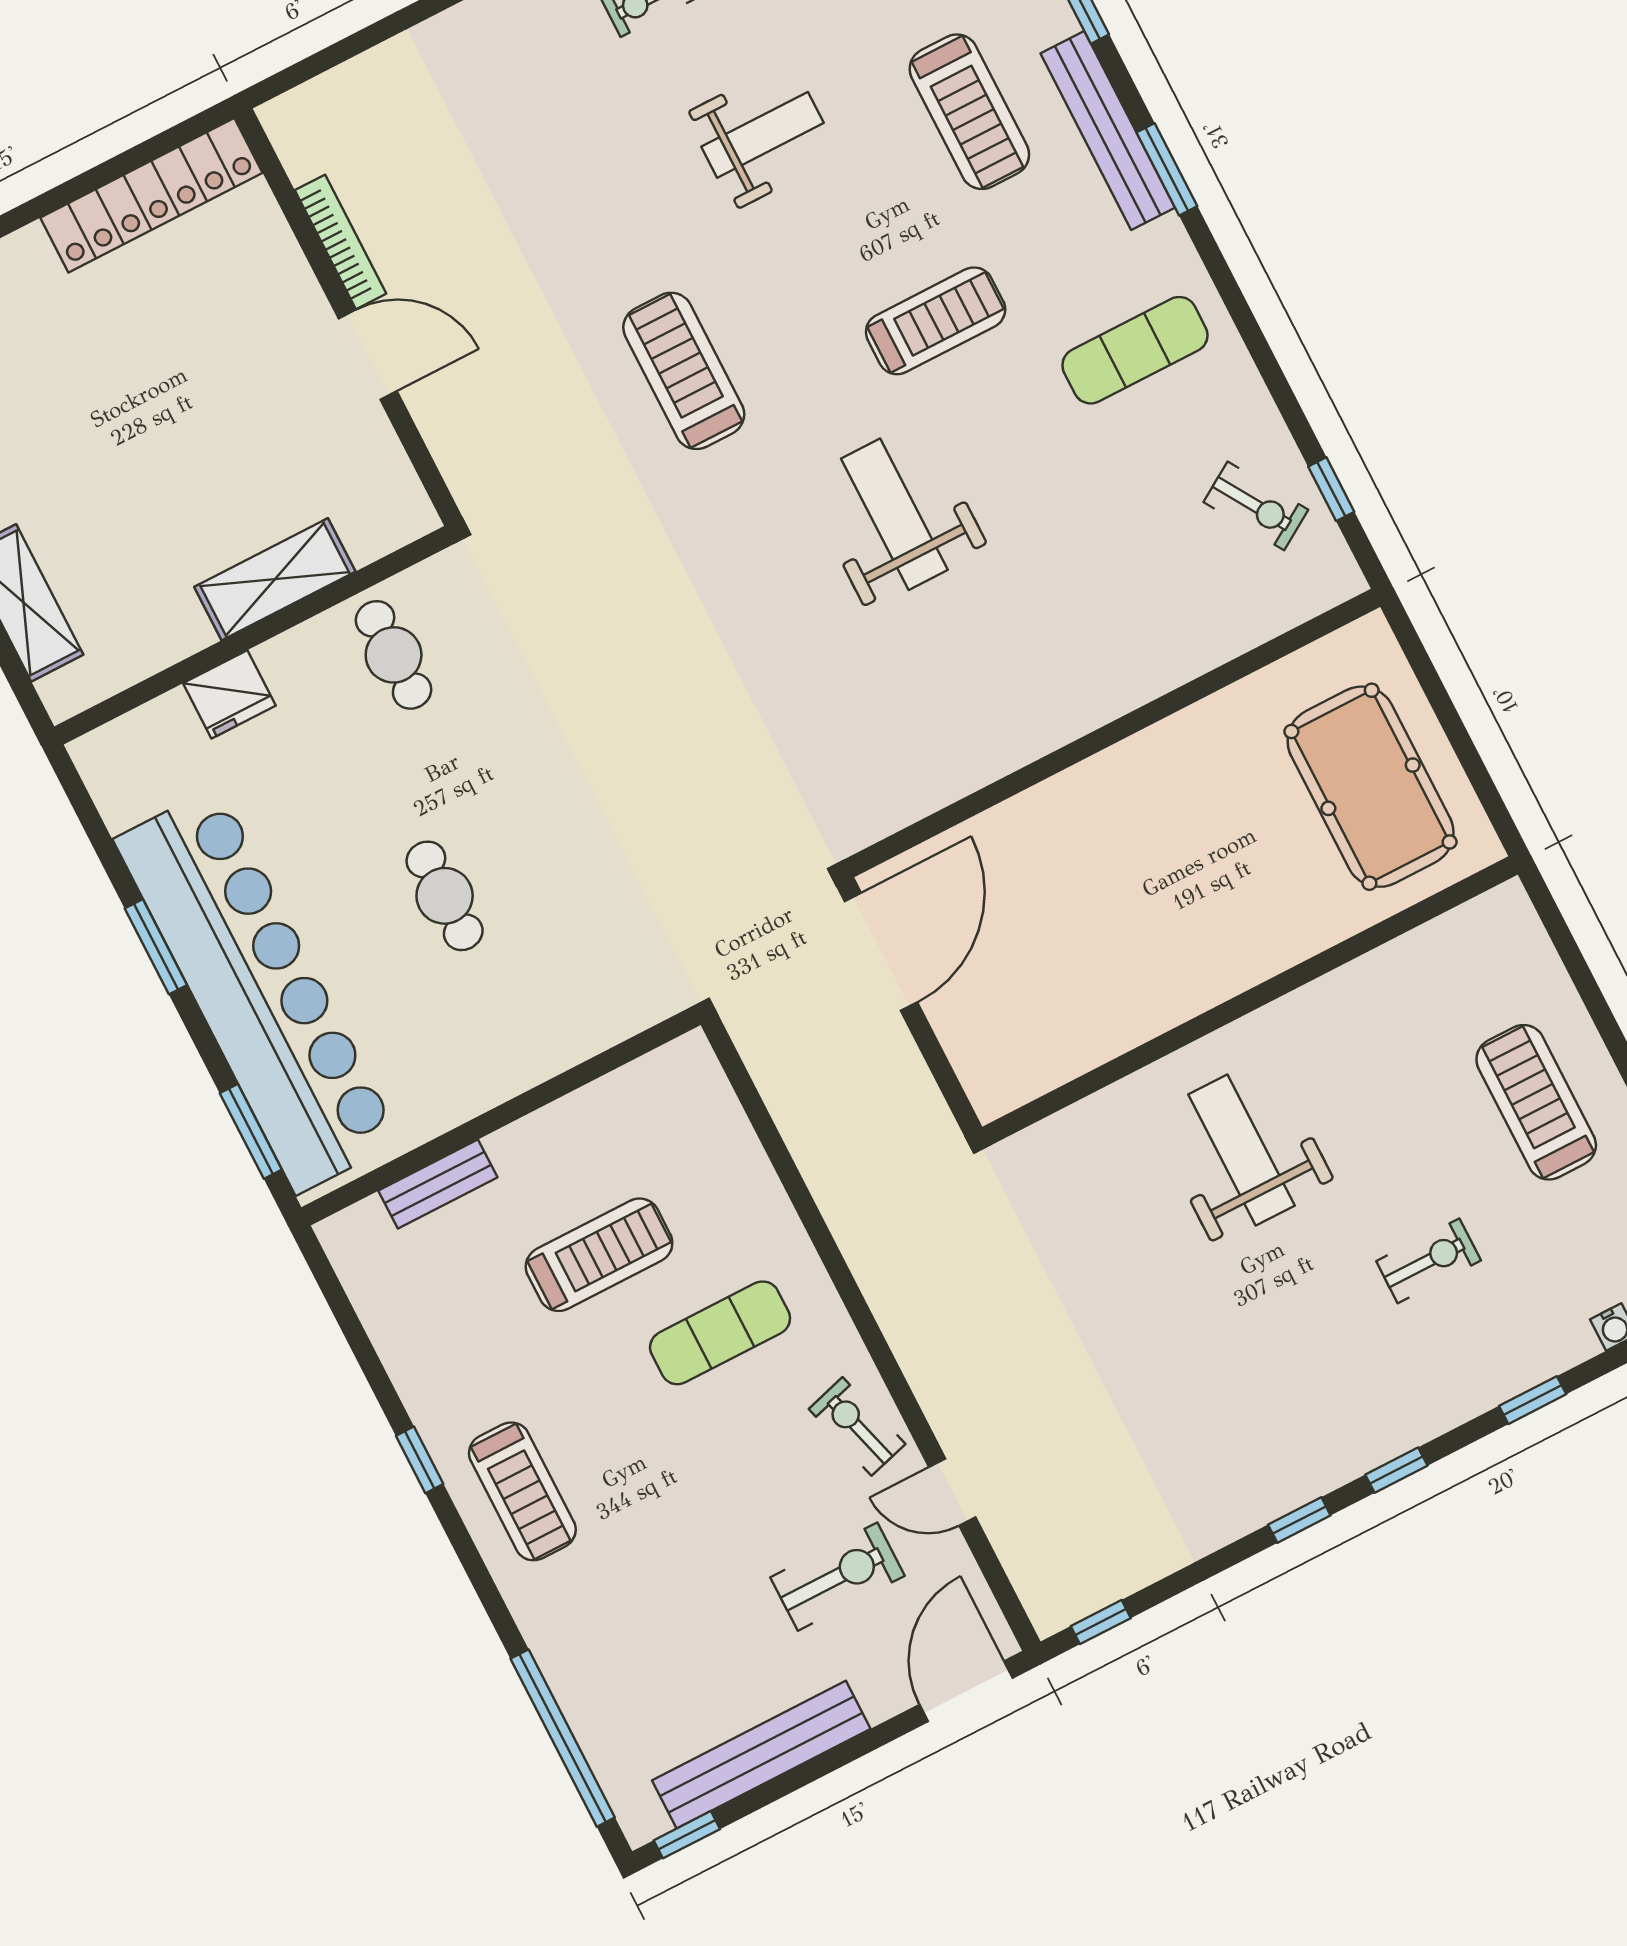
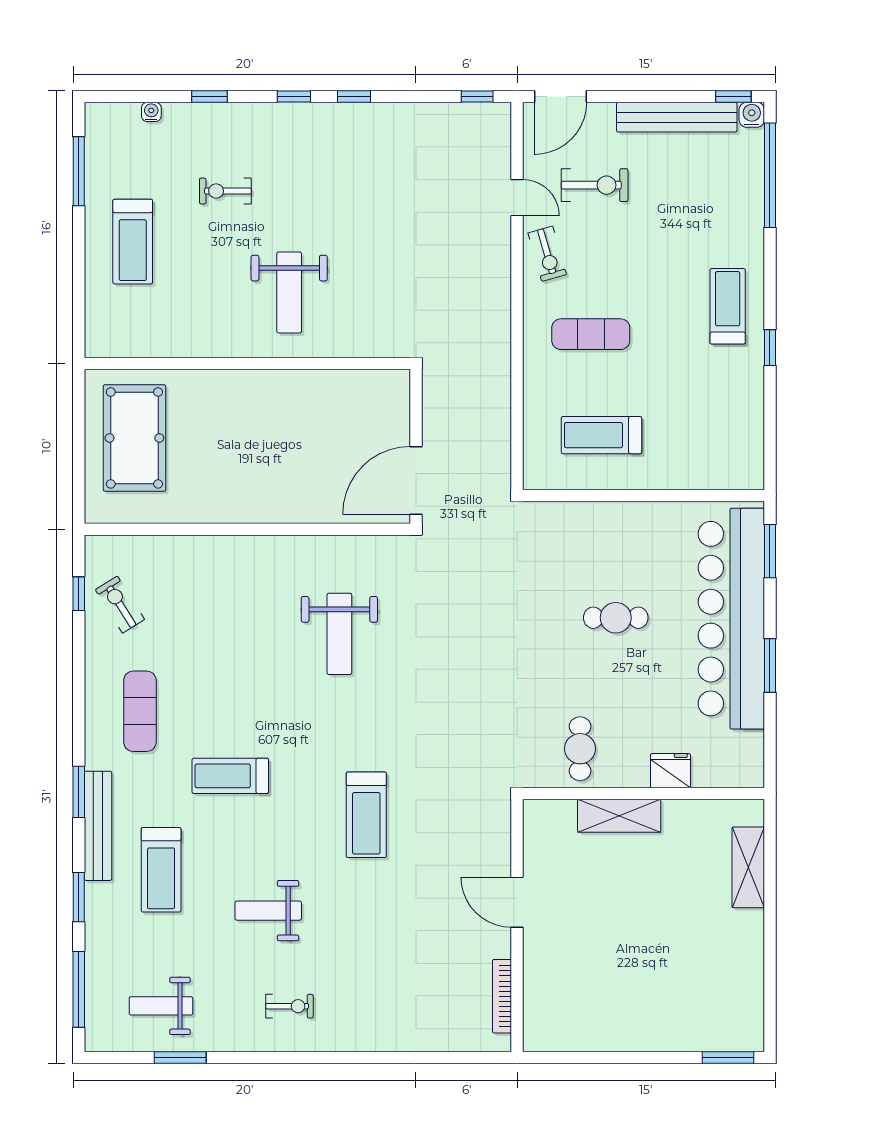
treadmill: (969, 112) -> (161, 870), turned 180
locker: (151, 195) -> (583, 1035), removed
bookcase: (341, 242) -> (502, 996), moved
exercise mat: (1135, 350) -> (140, 711), turned 90
weight bench: (894, 514) -> (339, 634), moved
cafe table: (445, 896) -> (616, 618), turned 90
bench: (438, 1184) -> (692, 478), removed
treadmill: (599, 1255) -> (601, 435), moved
exercise bike: (838, 1577) -> (595, 185), turned 180
water cooler: (642, 1821) -> (752, 115), added

